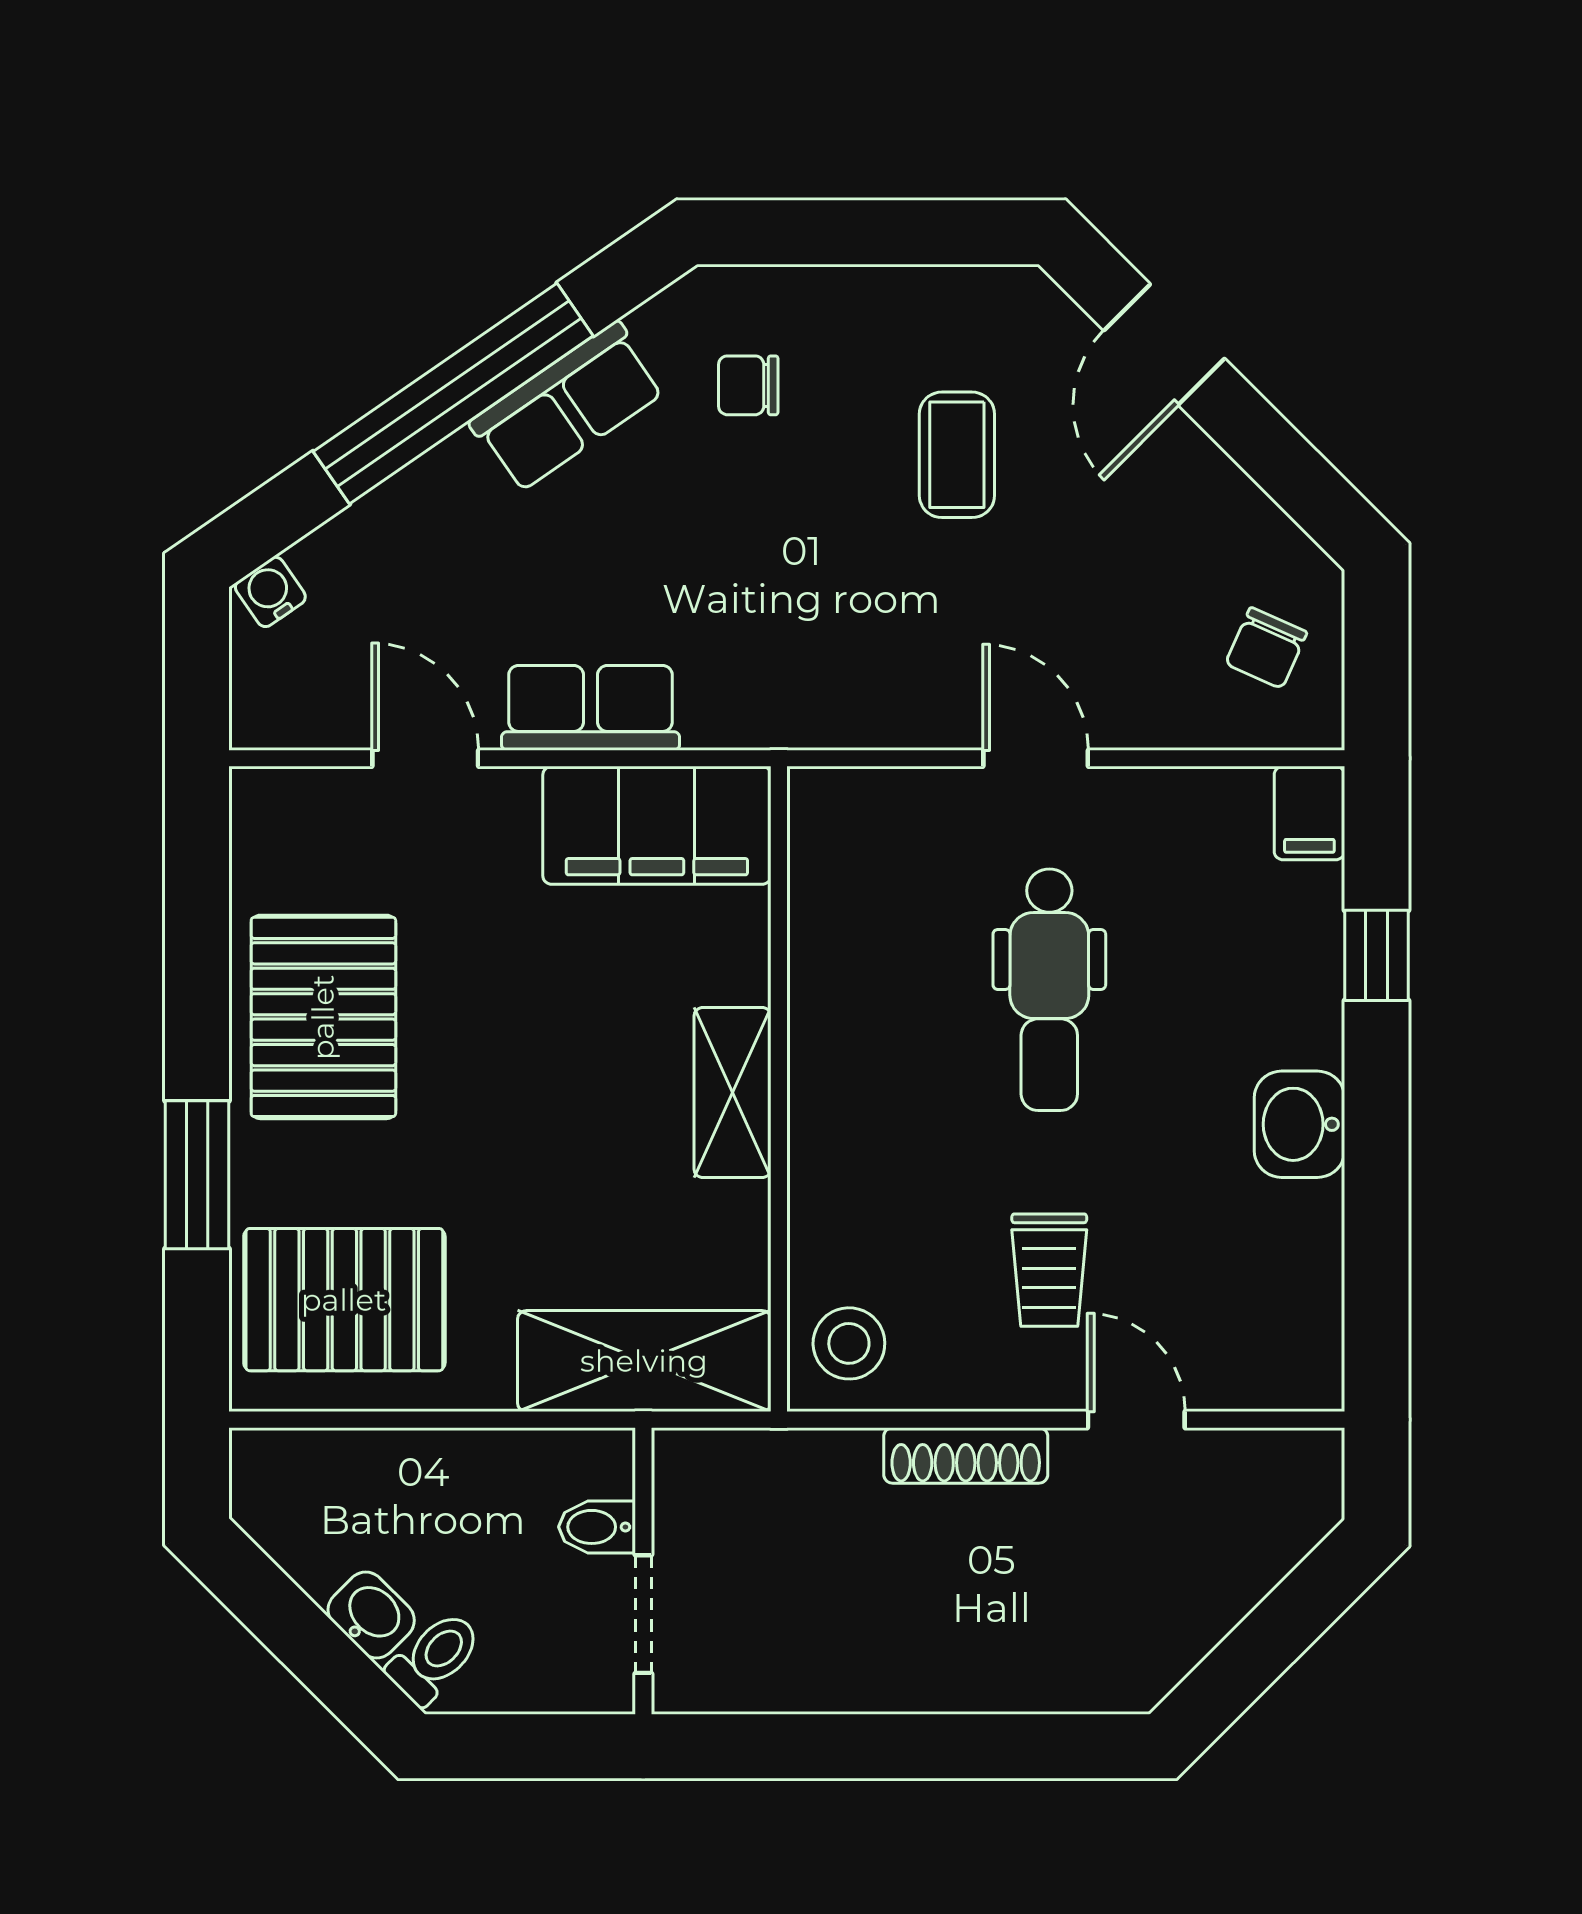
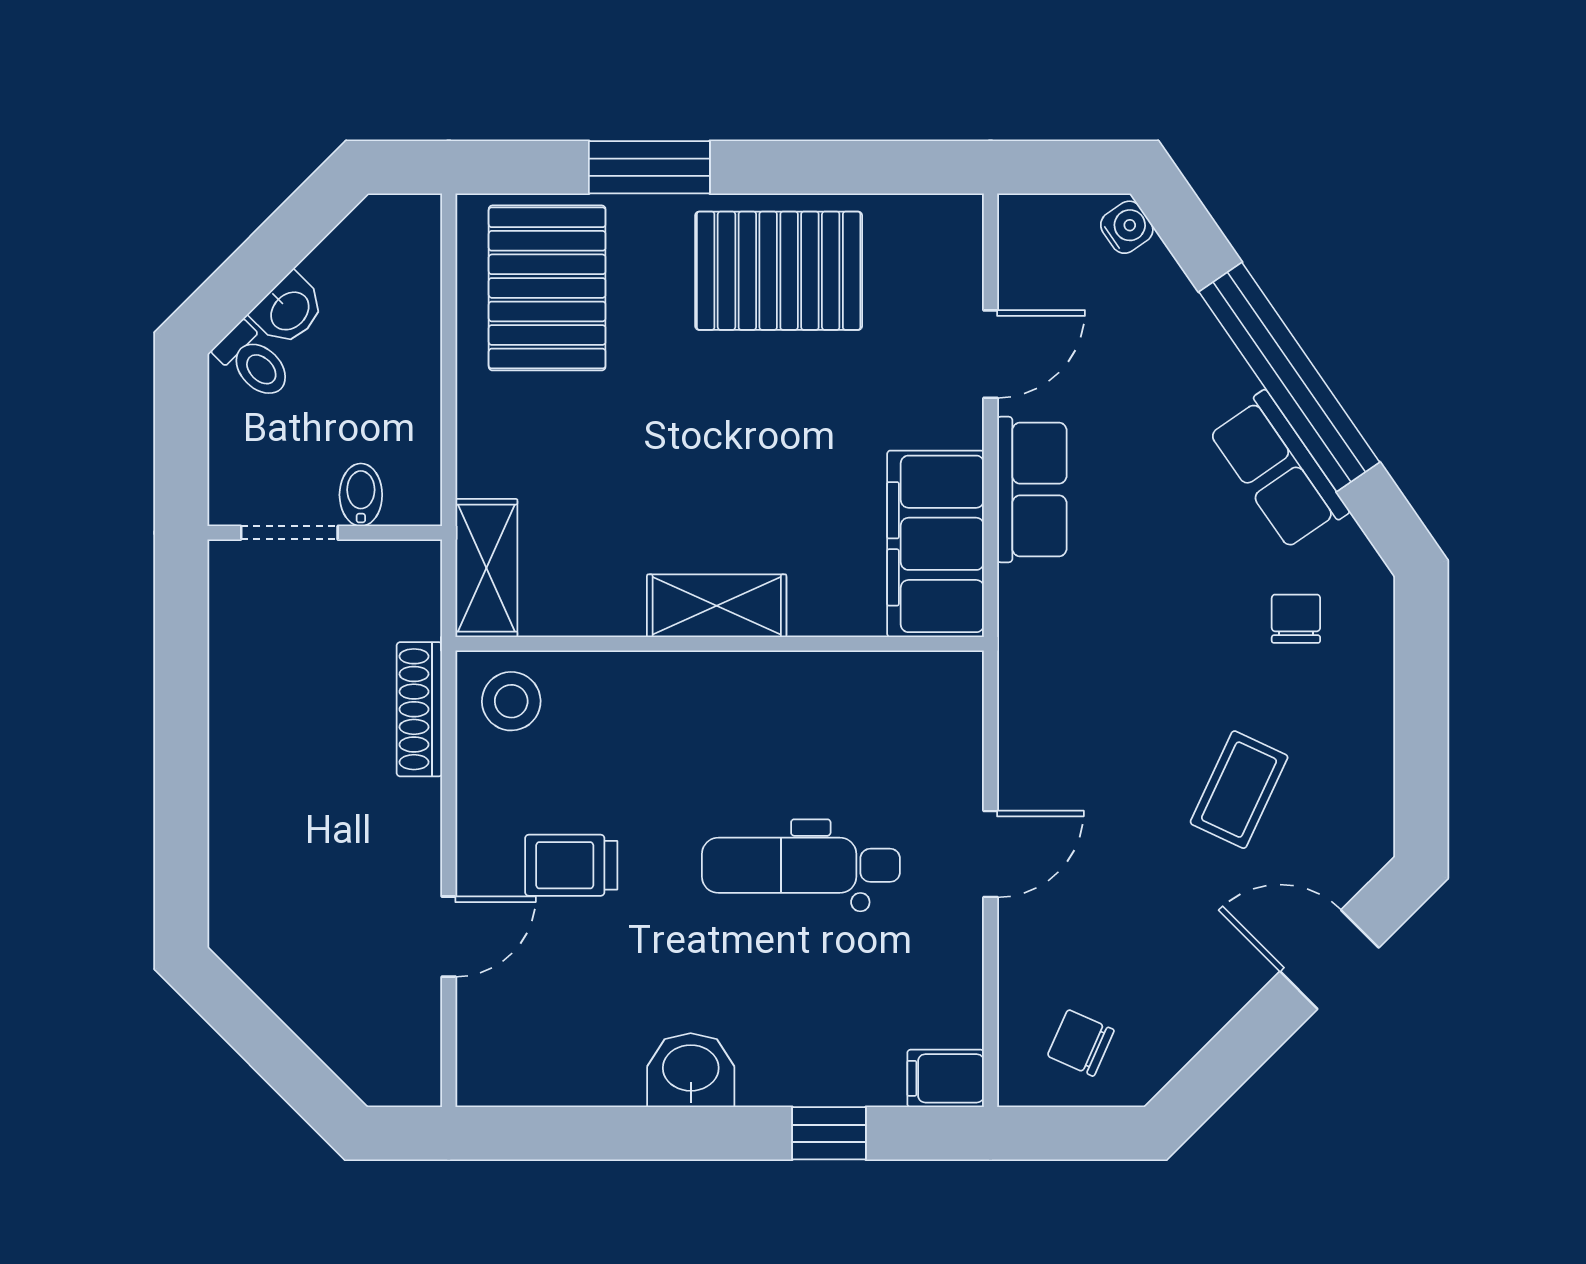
coffee table: (957, 455) -> (1239, 790), turned -65
shelving: (644, 1361) -> (486, 568), width x0.67, depth x0.75
shoe rack: (966, 1455) -> (419, 709), moved

